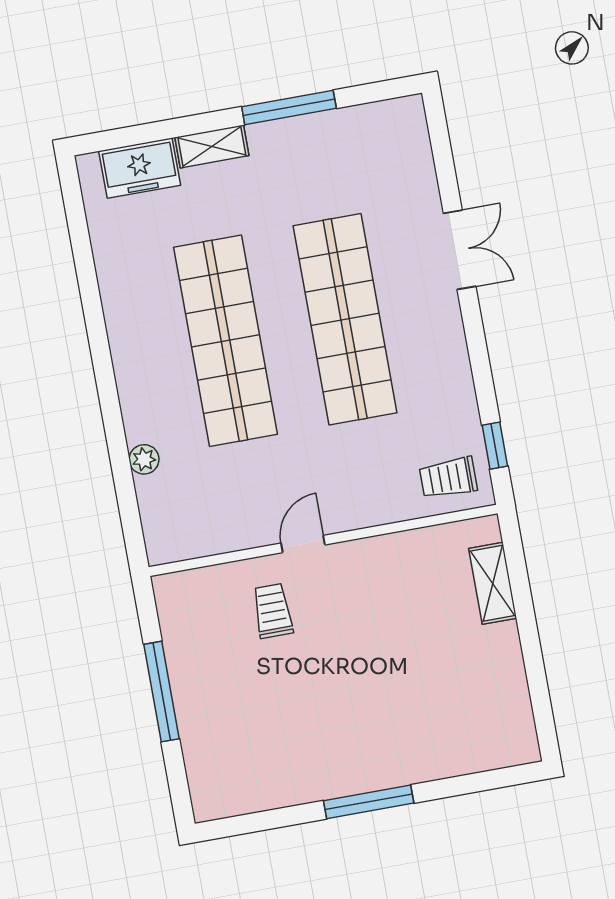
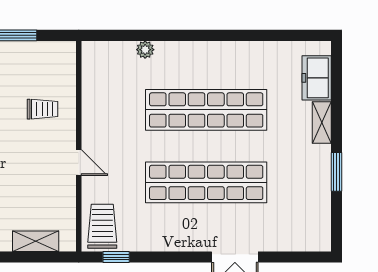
window: (289, 107) -> (336, 172), width x0.69
trolley: (448, 478) -> (102, 226), width x1.36, depth x1.39
door: (303, 544) -> (79, 163), moved

